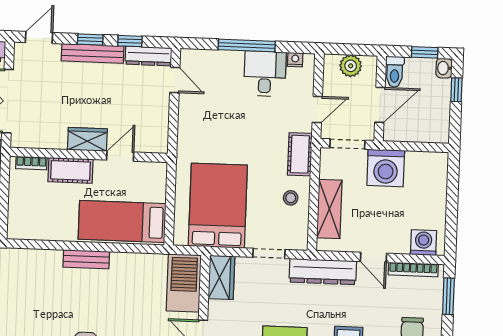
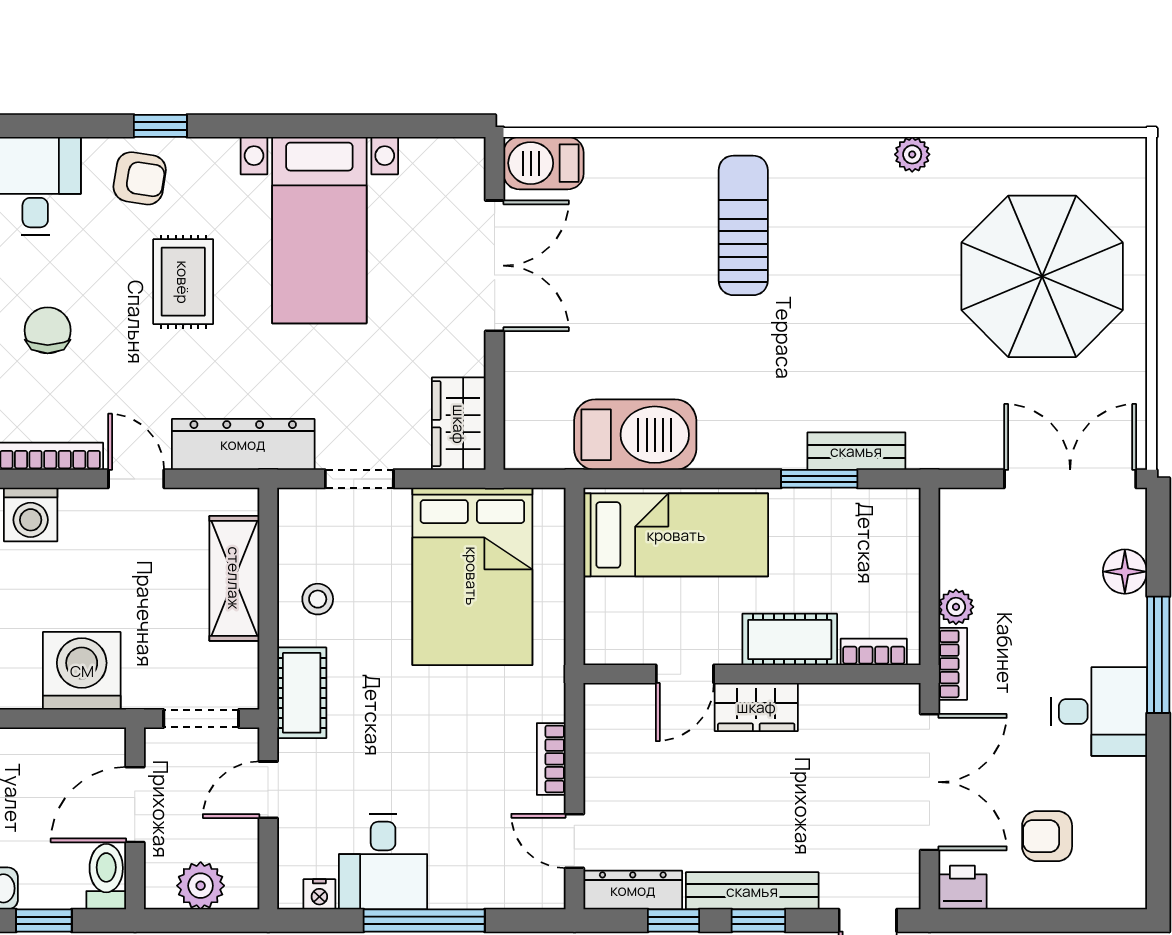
bookcase: (184, 119) -> (551, 759), added
washing machine: (386, 168) -> (82, 671), moved
window: (54, 245) -> (819, 479), added
bench: (86, 259) -> (856, 451), moved
barbecue: (184, 283) -> (635, 435), moved, turned -90

